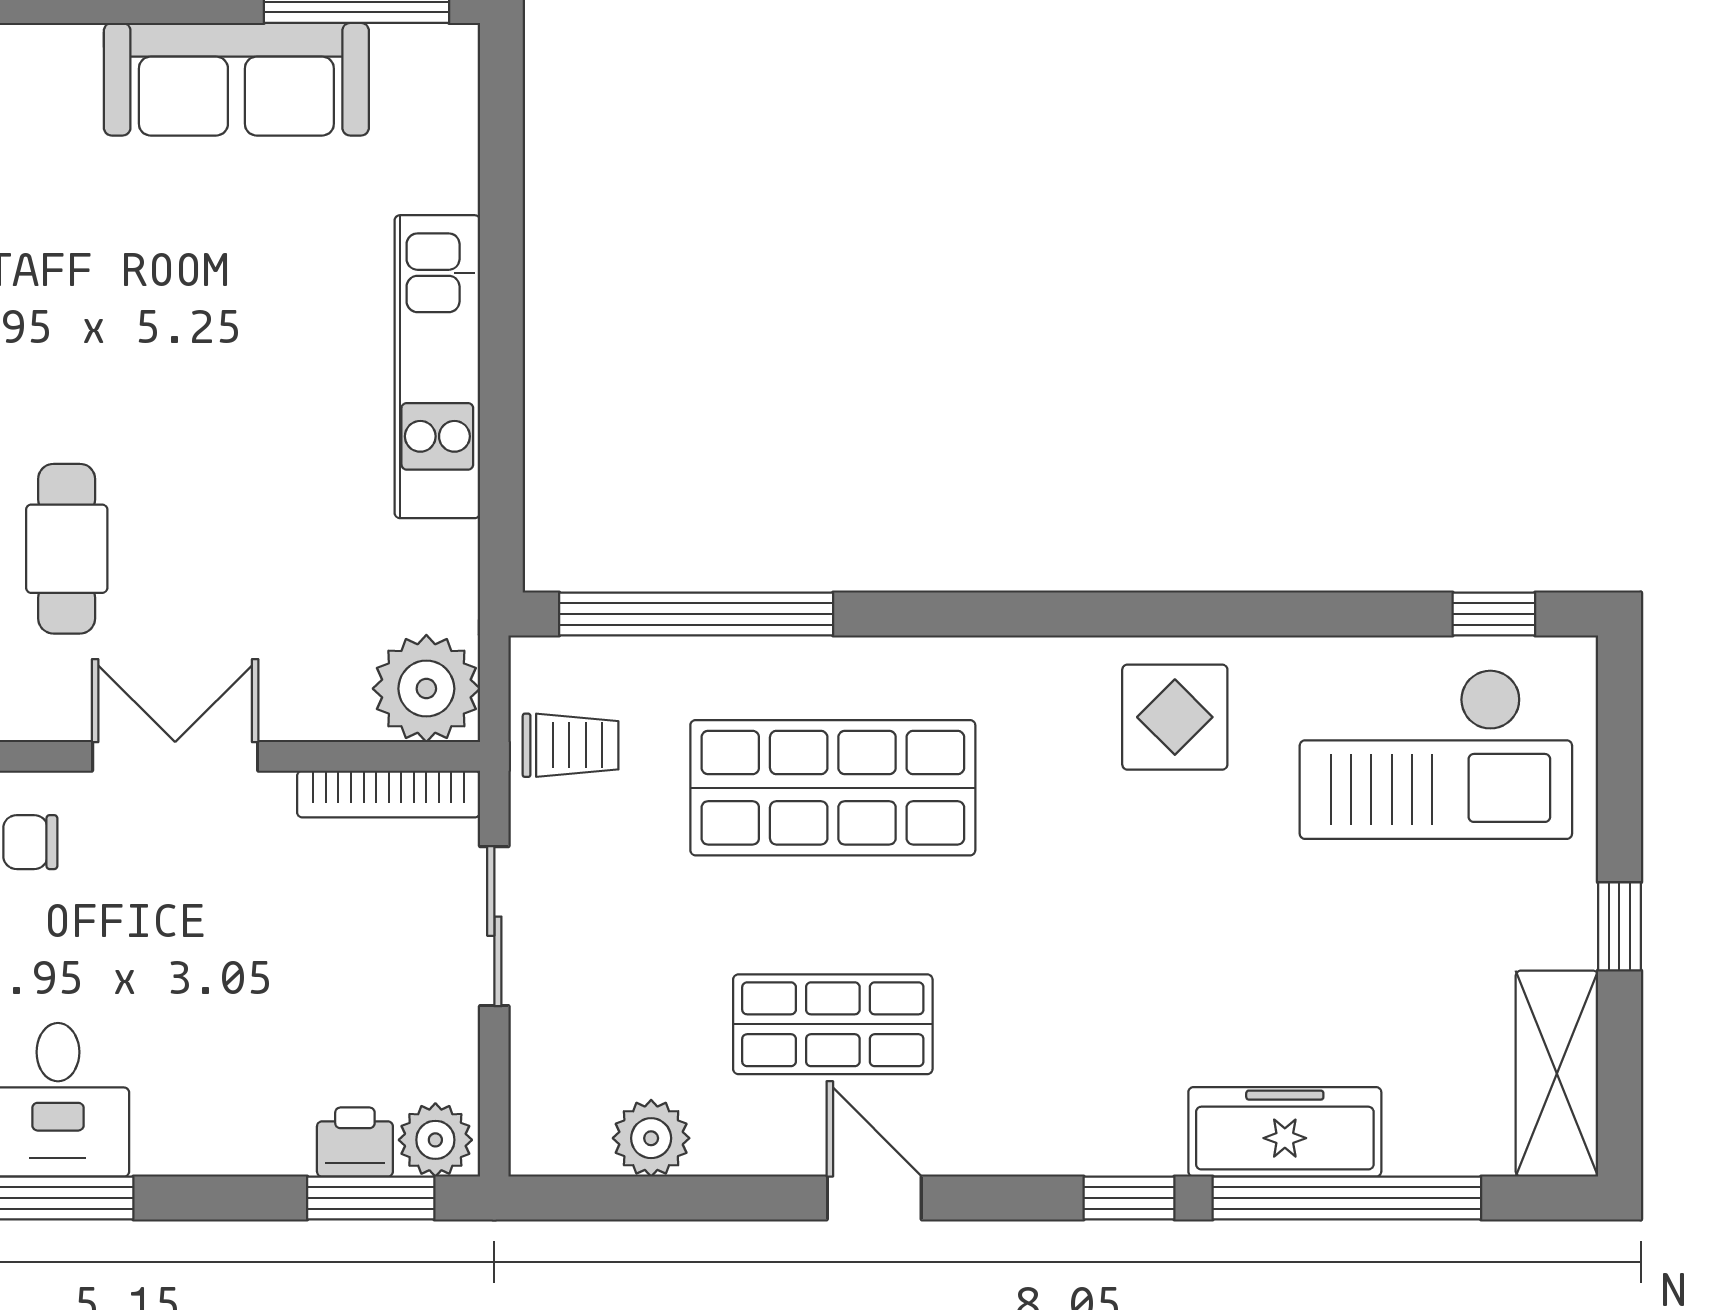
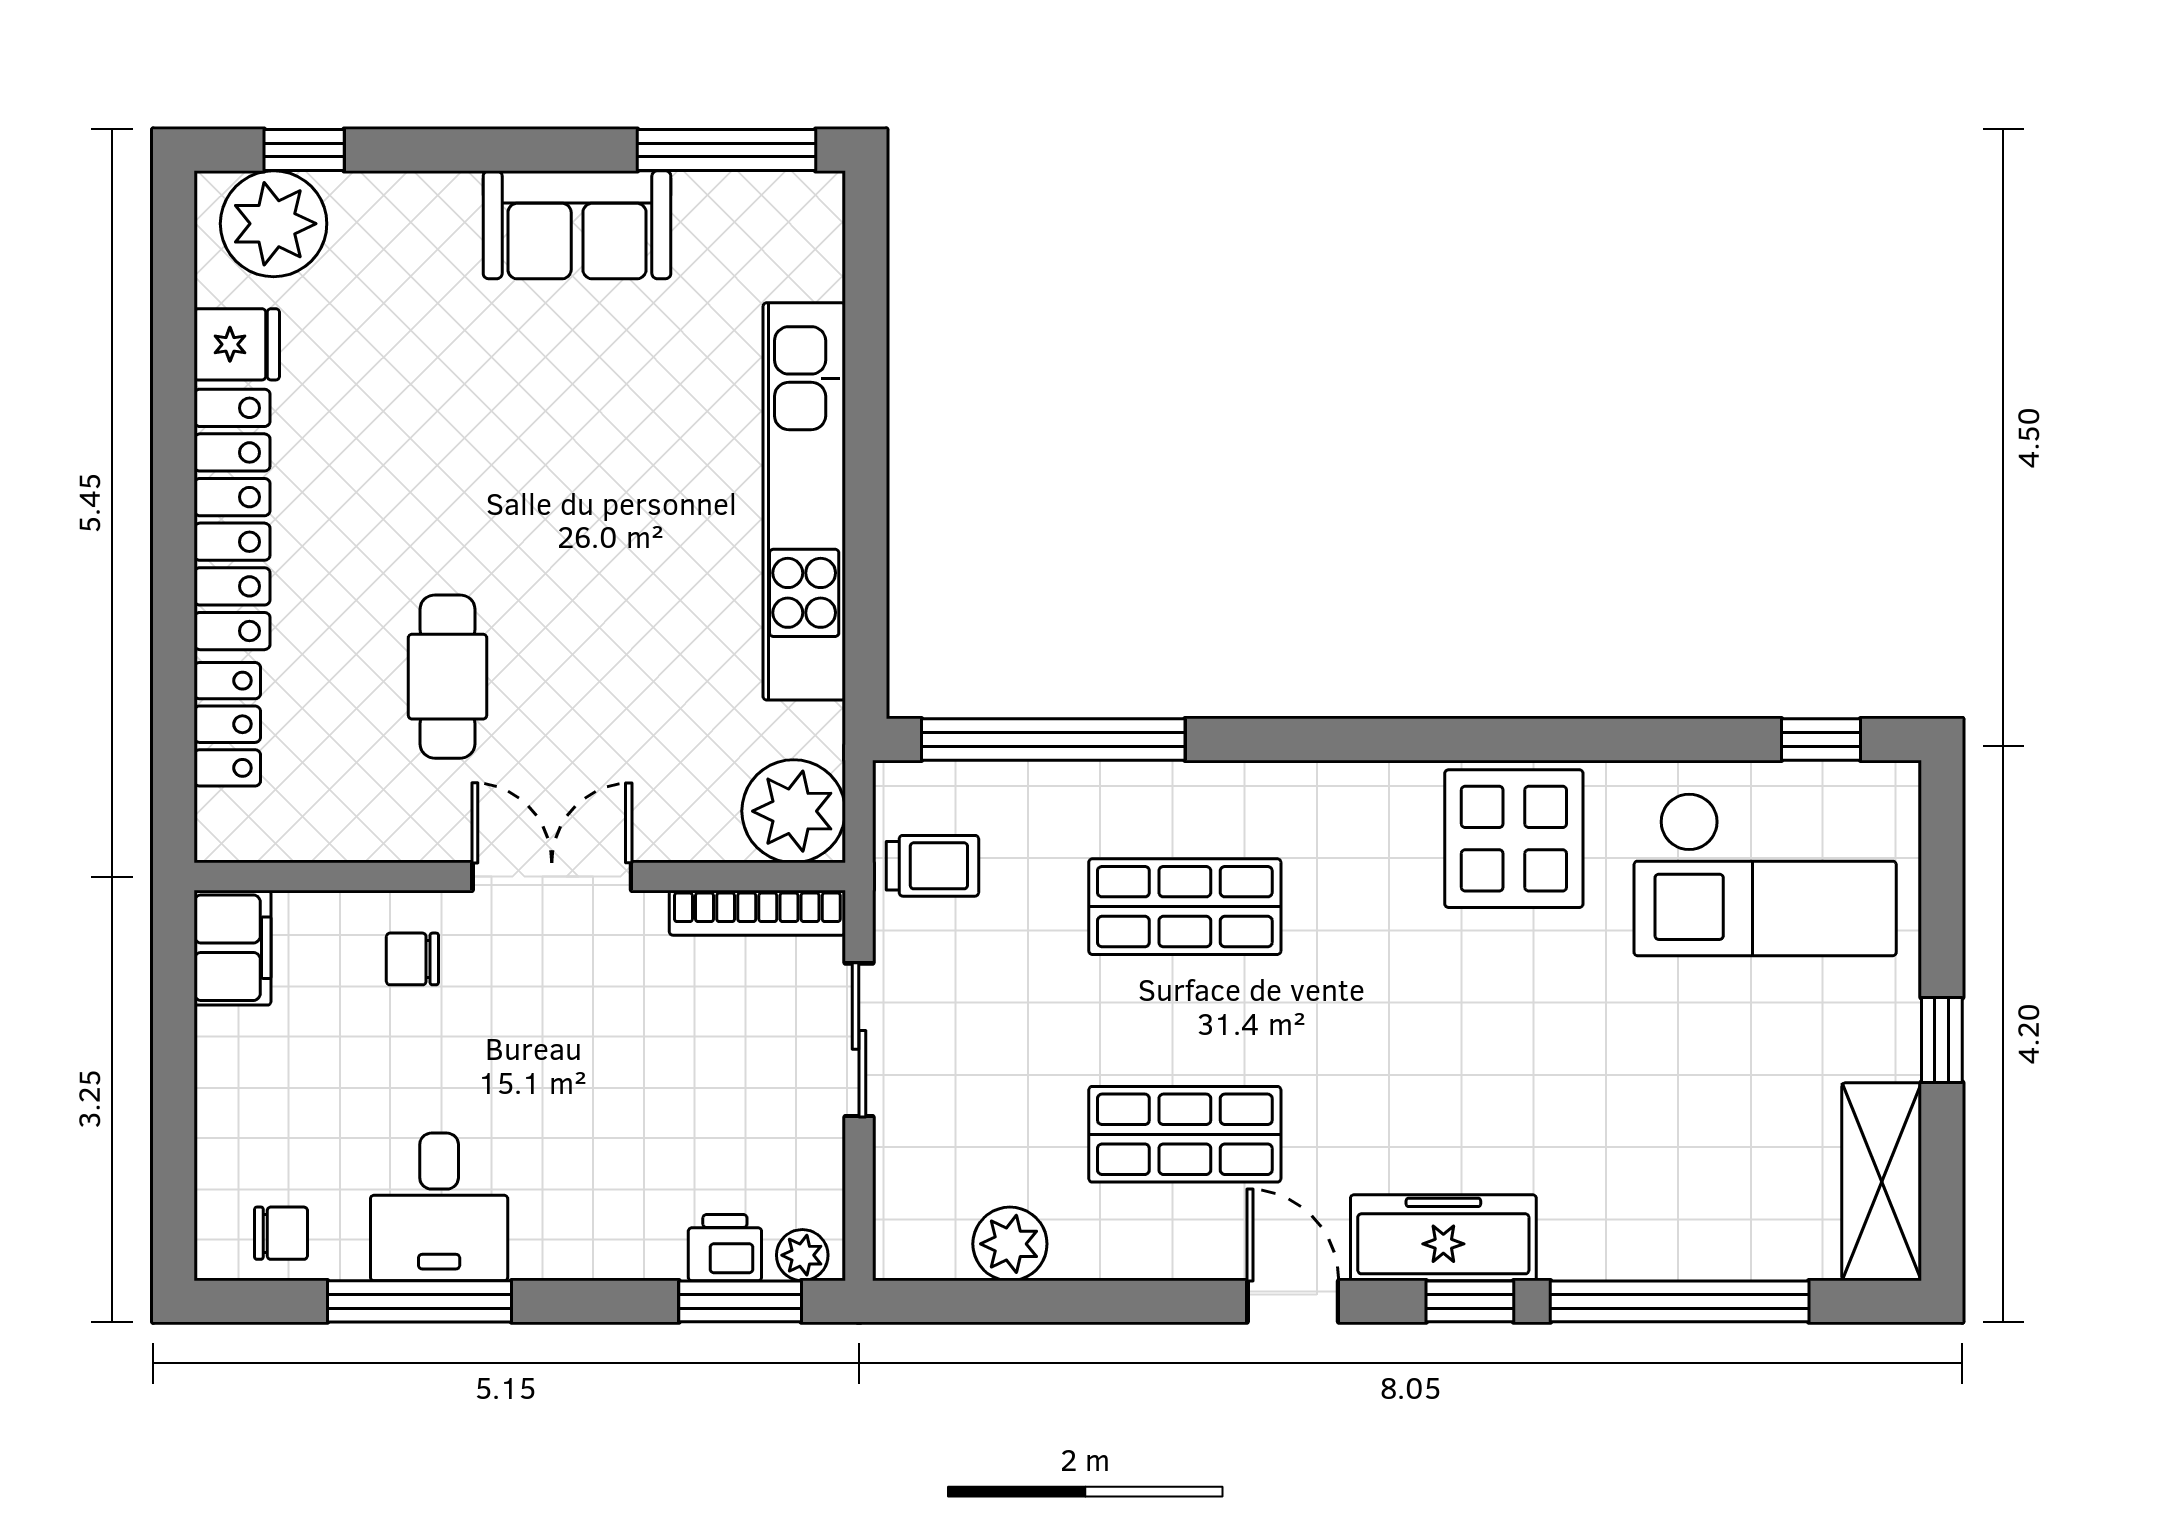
sofa: (236, 79) -> (577, 225), width x0.73
kitchen unit: (437, 367) -> (804, 501), width x1.36
display table: (1175, 717) -> (1514, 839), width x1.36, depth x1.36
shop shelf: (833, 788) -> (1185, 907), width x0.70, depth x0.74
freezer: (1285, 1132) -> (1443, 1238), moved
plant: (435, 1140) -> (802, 1255), width x0.73, depth x0.73
door: (874, 1198) -> (1293, 1301), moved

